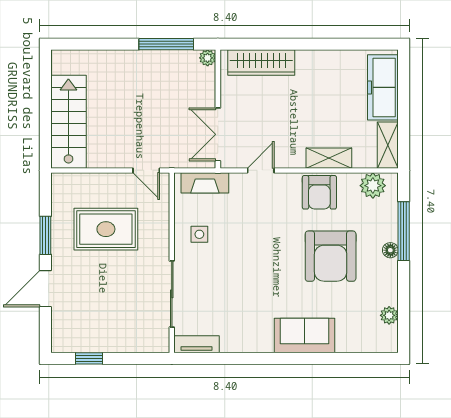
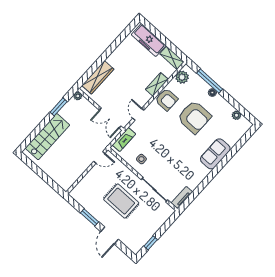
window: (166, 44) -> (59, 107), width x0.69
stairs: (68, 122) -> (47, 137), moved, turned 90
rug: (106, 229) -> (121, 201), moved, turned 90

